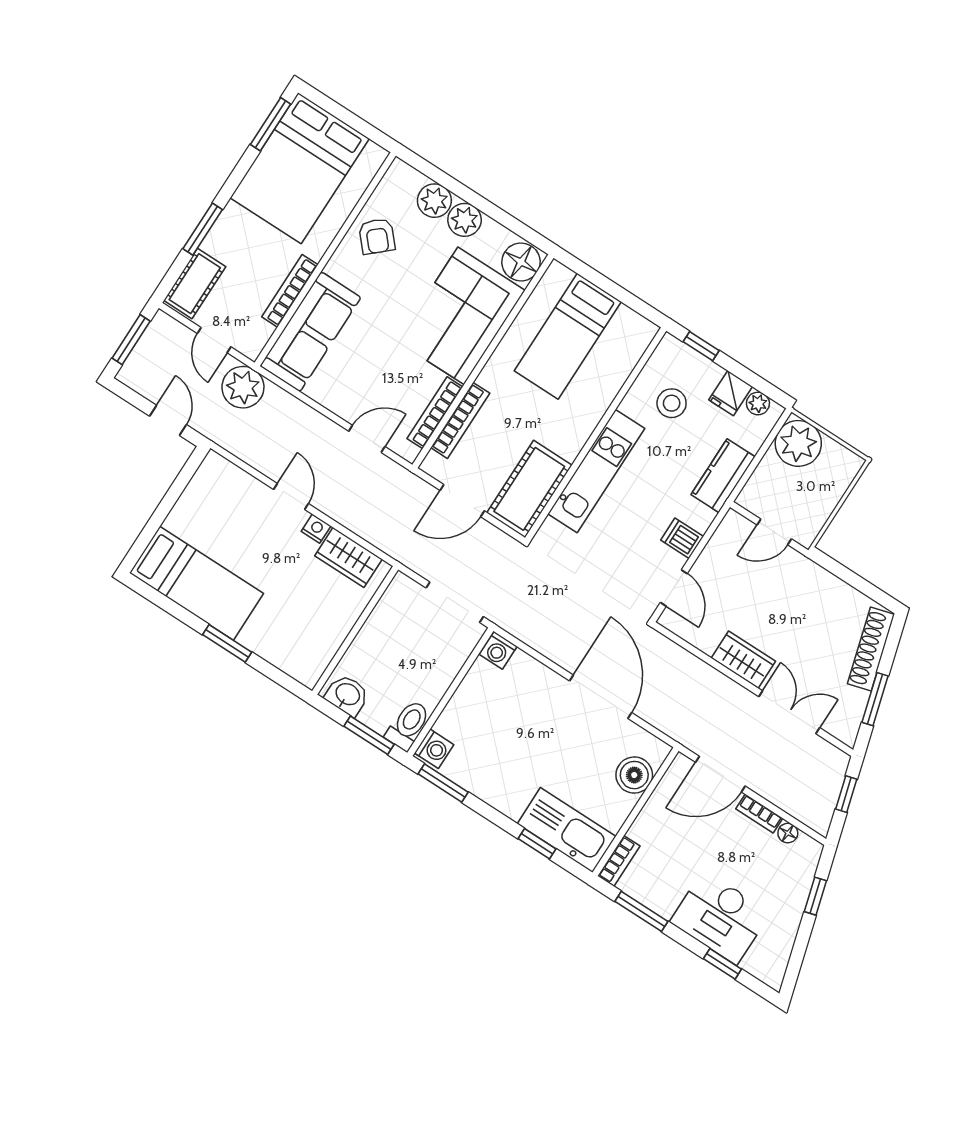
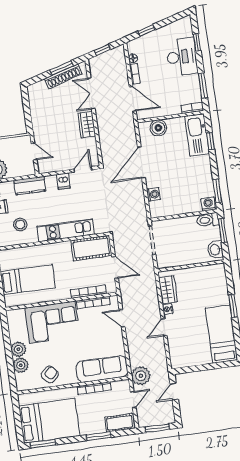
floor lamp: (521, 262) -> (16, 318), removed
shoe rack: (871, 649) -> (63, 76), moved
washing machine: (498, 650) -> (153, 194), moved

